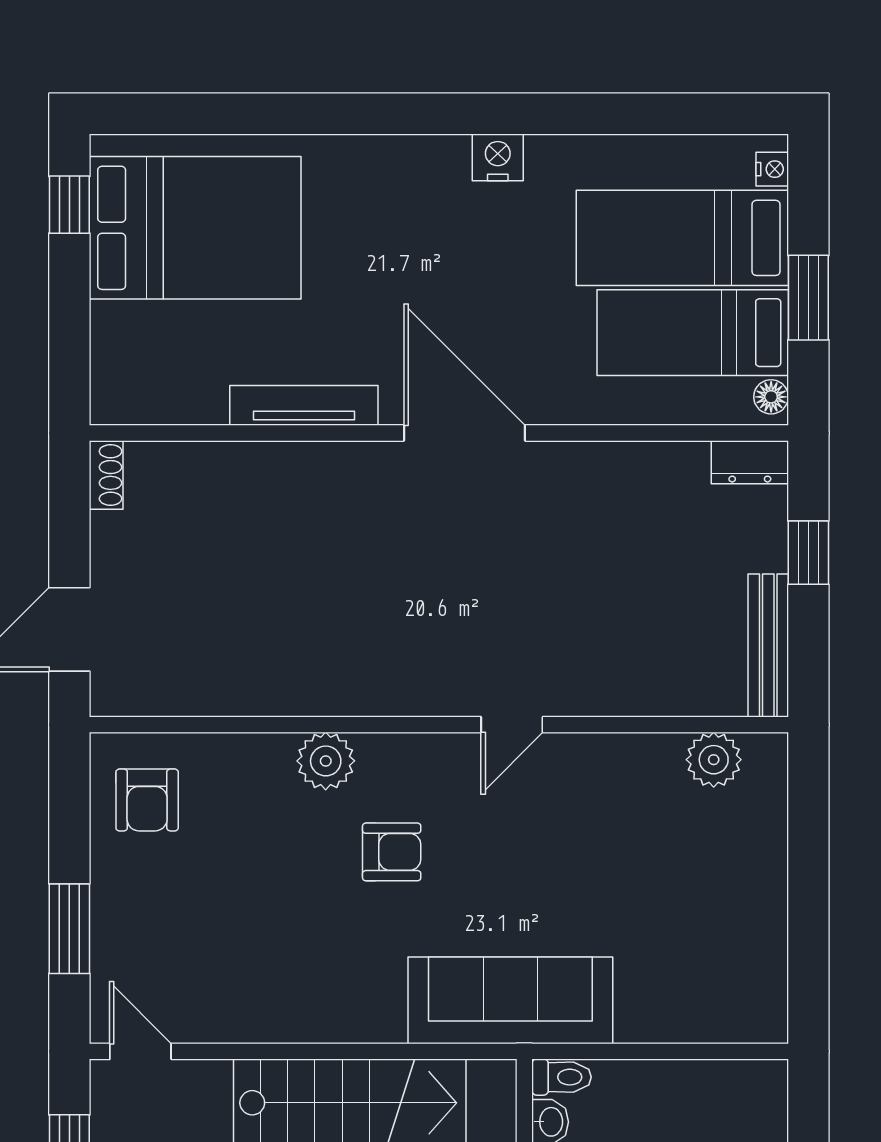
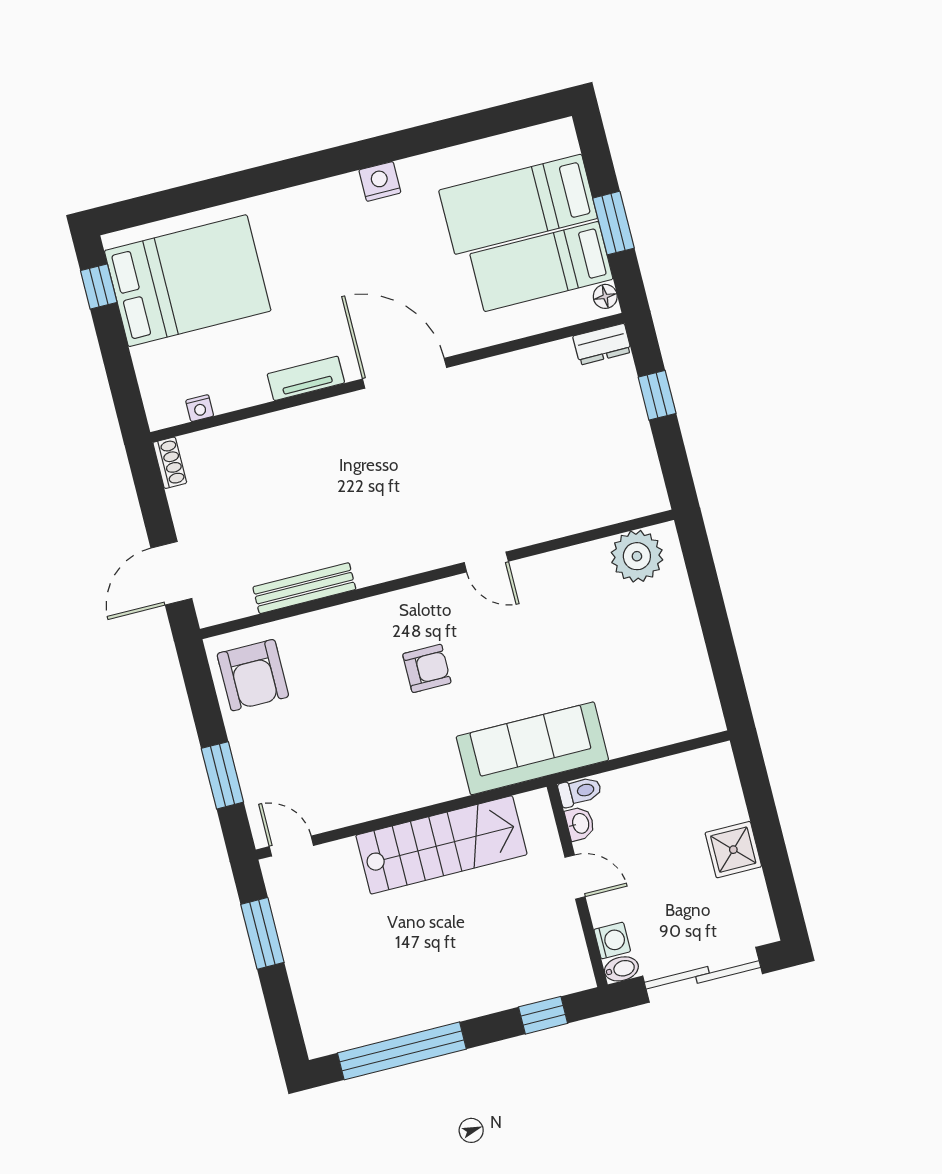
nightstand: (772, 169) -> (200, 408), moved, turned 90
tv unit: (304, 405) -> (306, 378), width x0.71
bench: (768, 645) -> (304, 588), moved, turned 90
door: (512, 725) -> (486, 562), hinge flipped
plant: (714, 760) -> (637, 556), width x1.36, depth x1.36
plant: (326, 761) -> (367, 618), removed
armchair: (147, 800) -> (253, 675), width x1.38, depth x1.38

